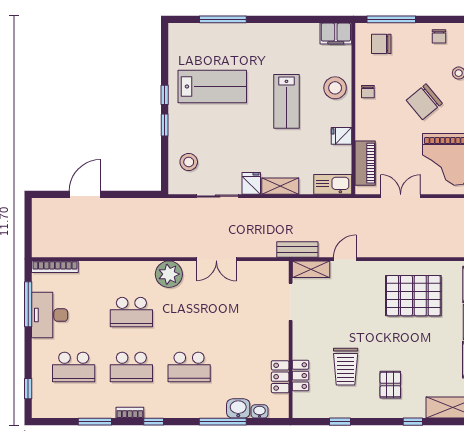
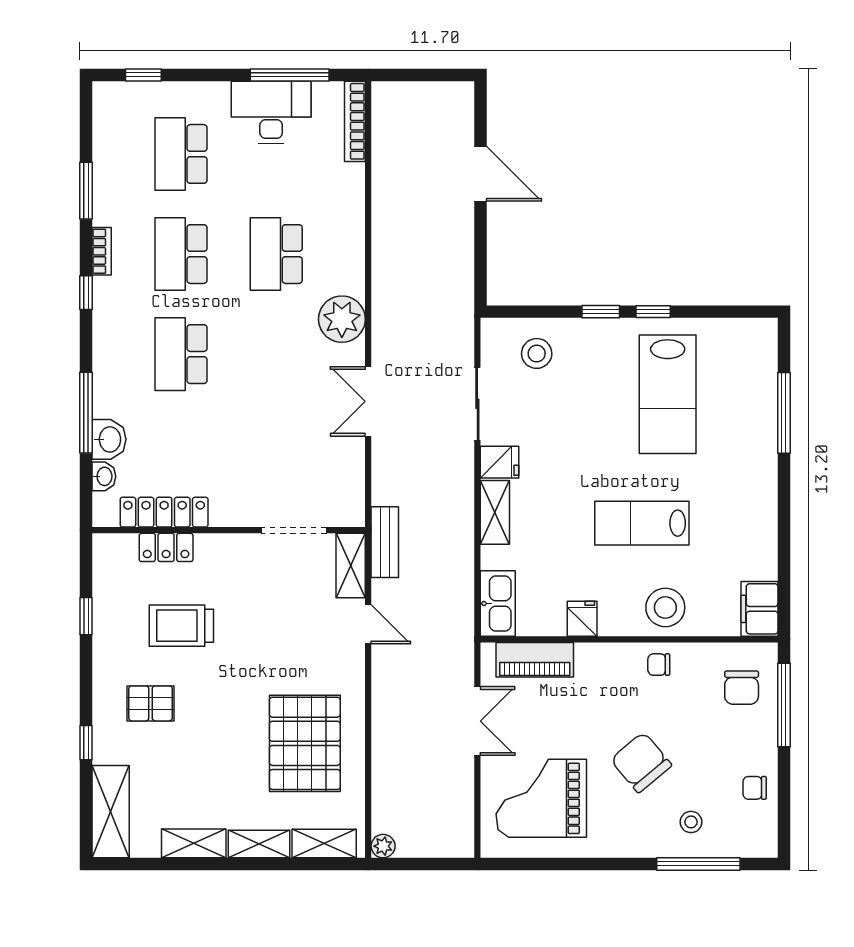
chair: (381, 44) -> (742, 688), turned 180
locker: (280, 377) -> (164, 512), width x1.53

